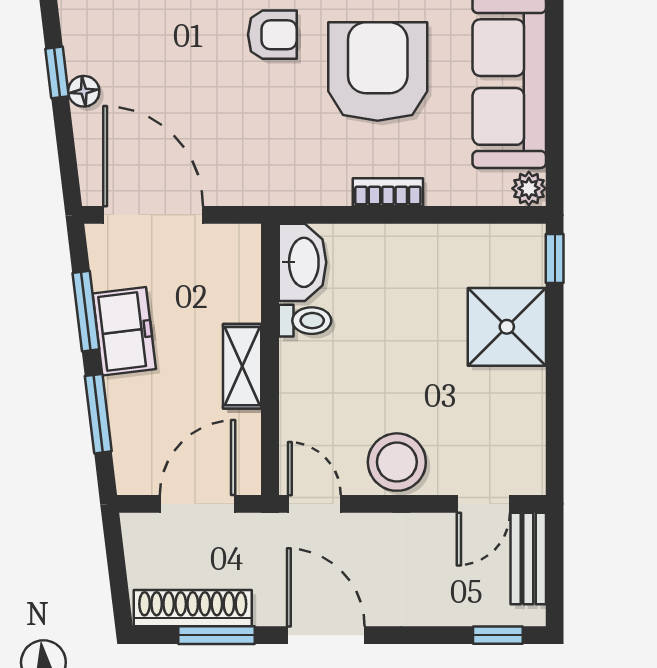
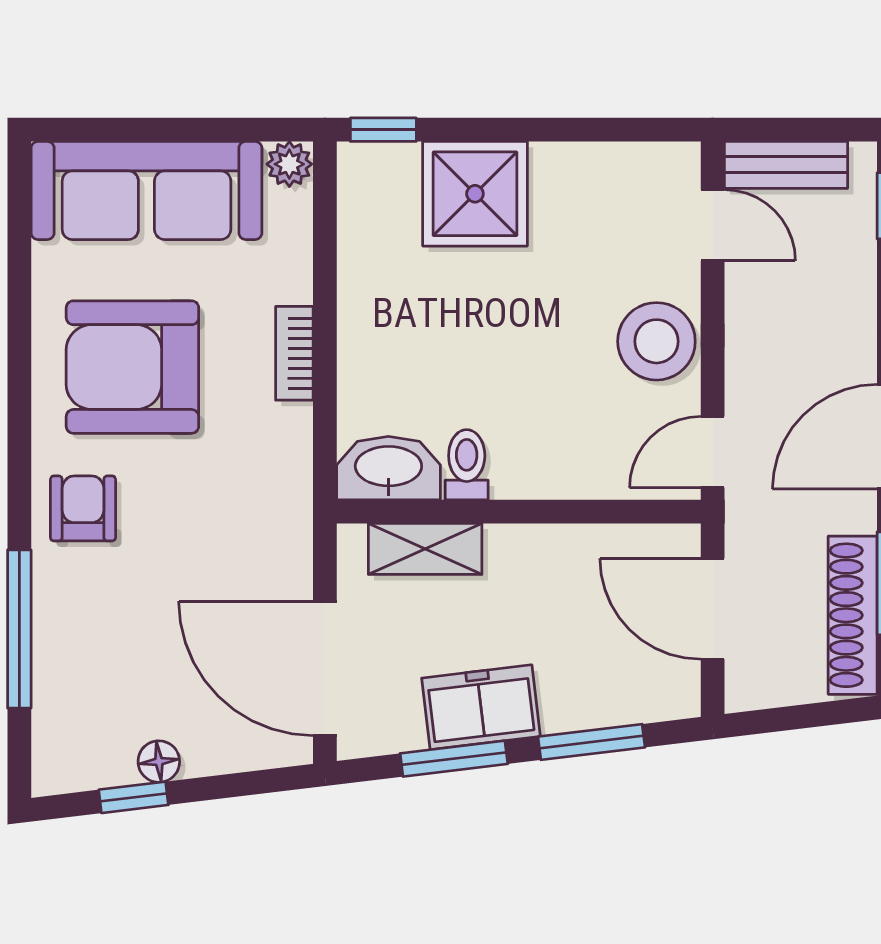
door: (153, 215) -> (325, 668), hinge flipped
shelving: (242, 366) -> (425, 549), moved

